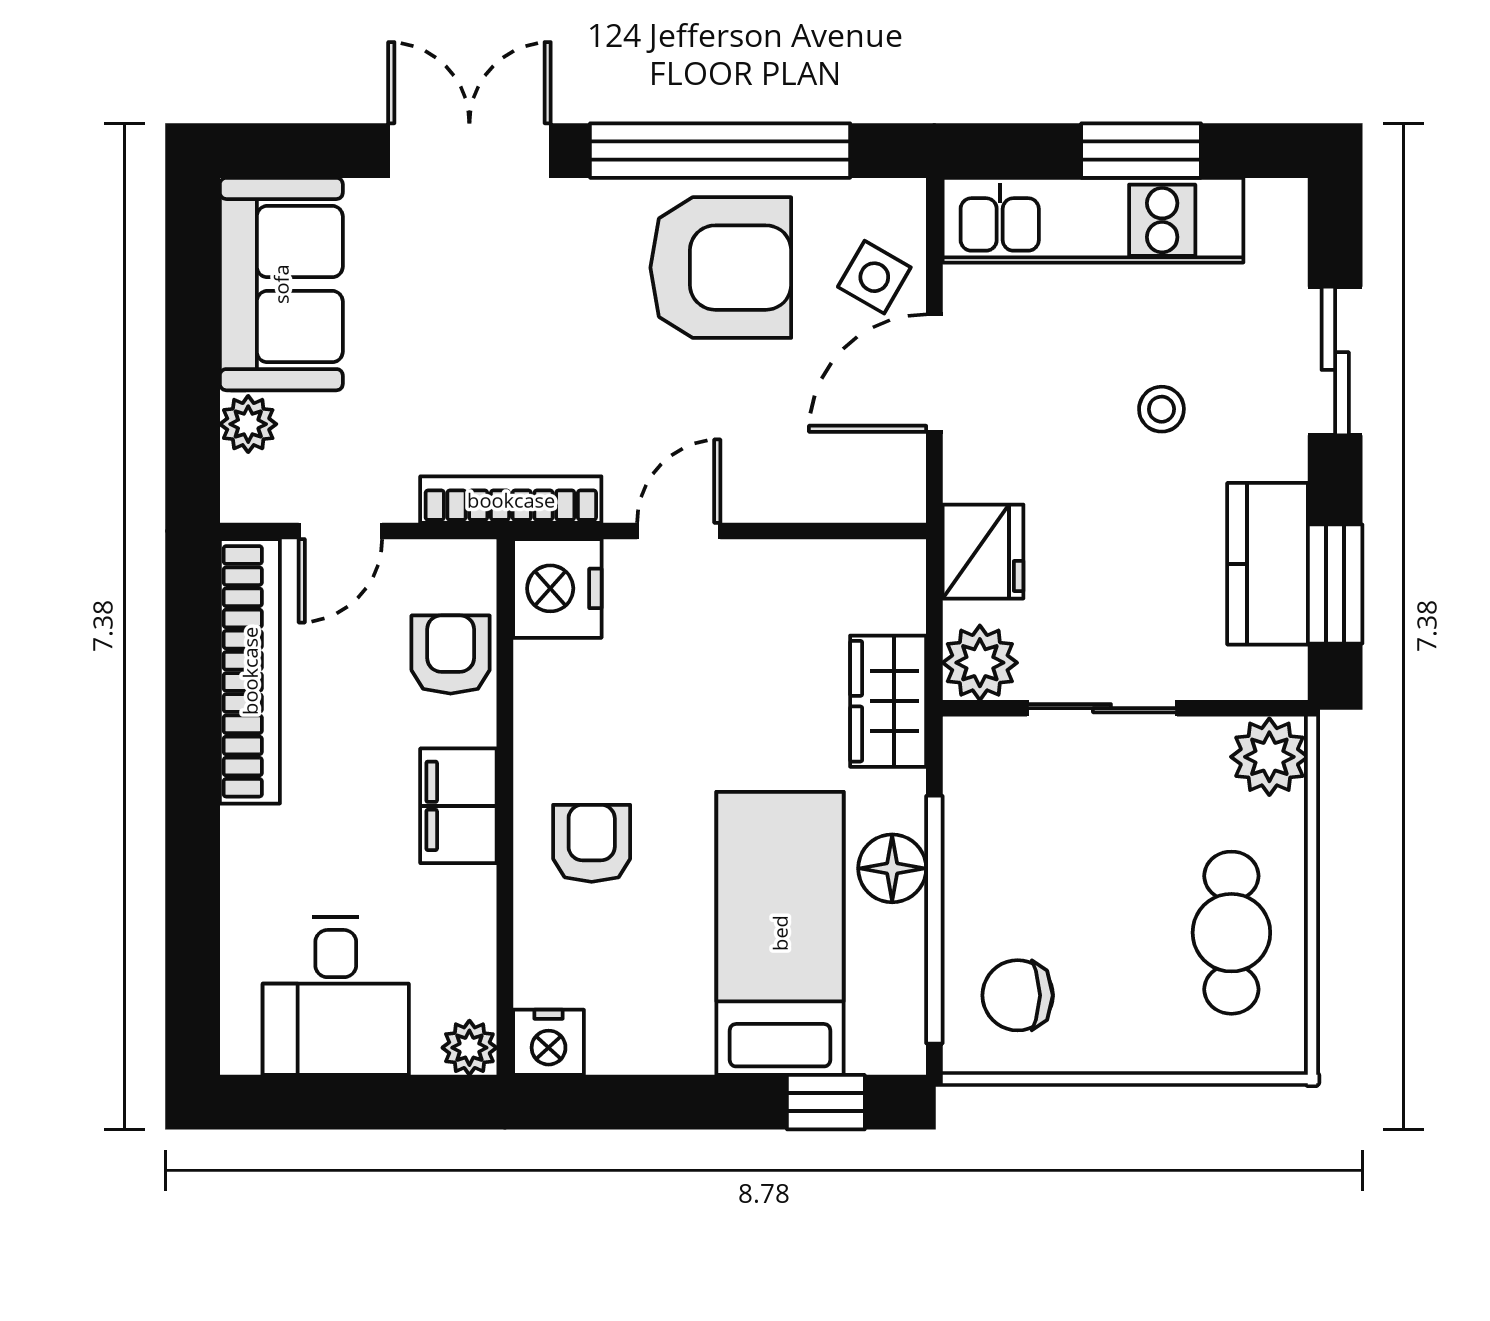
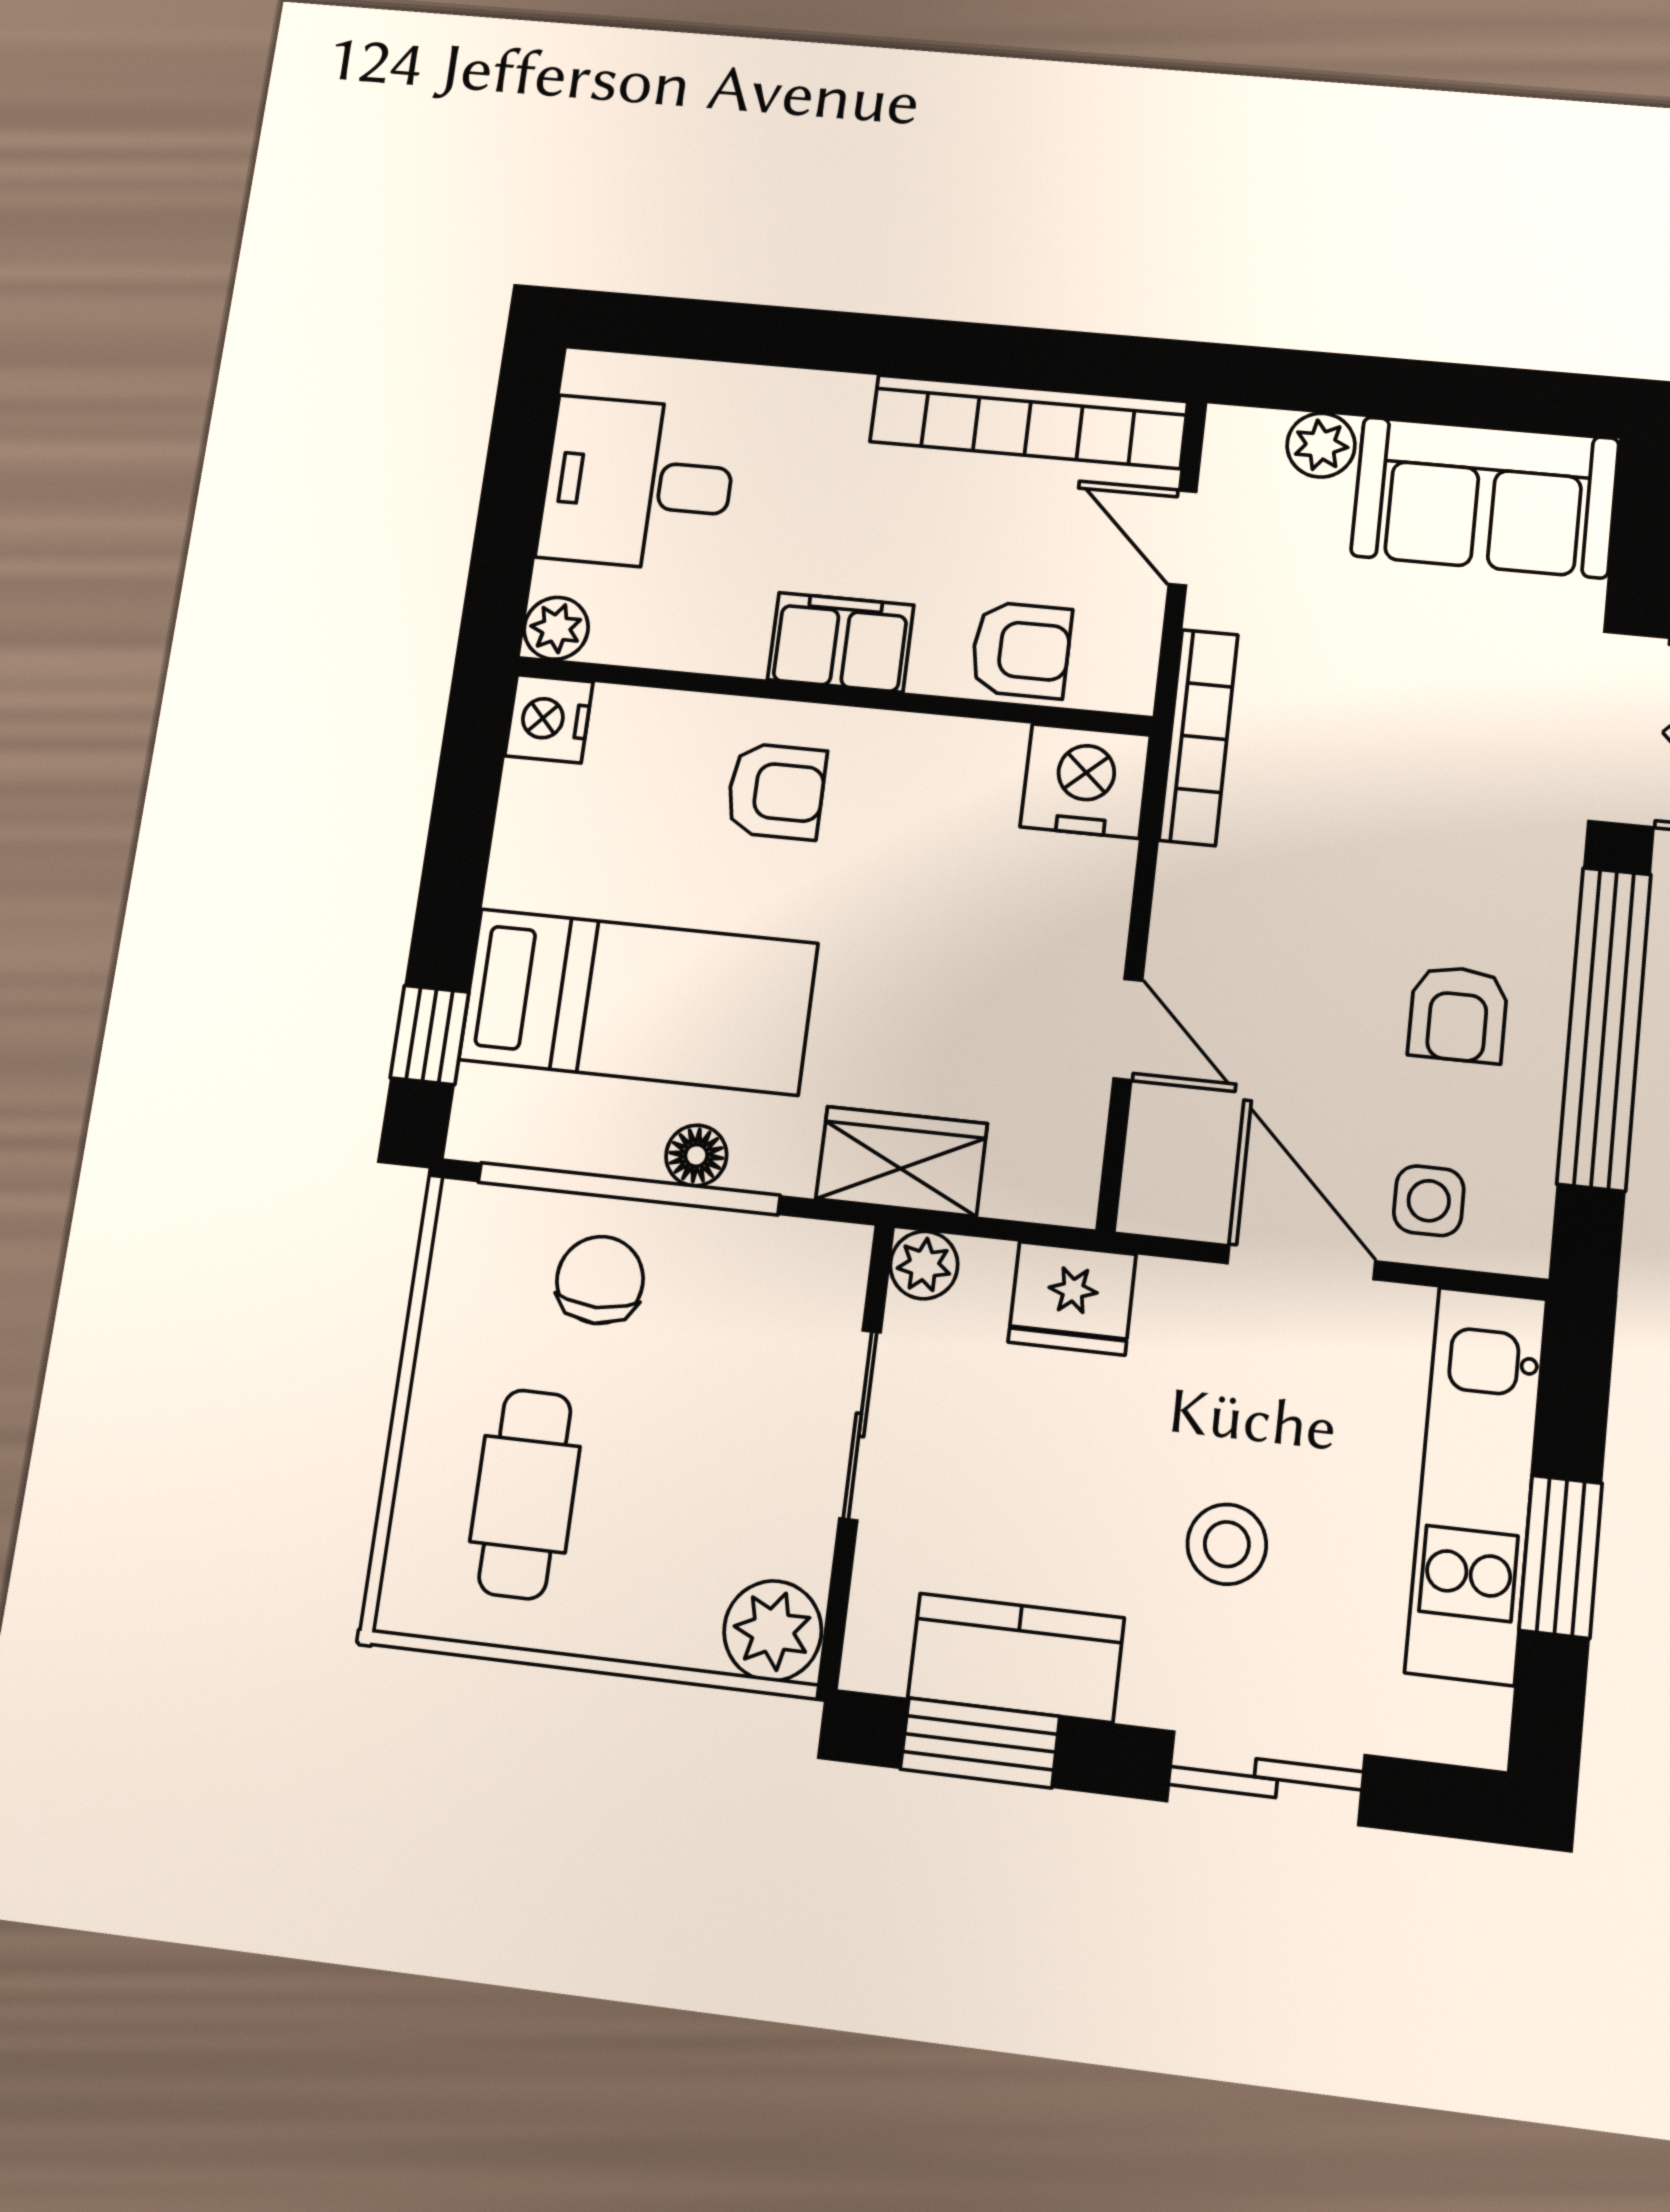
armchair: (721, 268) -> (1458, 1014), width x0.53, depth x0.53
side table: (874, 277) -> (1429, 1201), turned -30
stool: (1161, 409) -> (1227, 1544), width x1.37, depth x1.37
door: (679, 531) -> (1128, 1029), moved
plant: (980, 663) -> (924, 1265), width x0.73, depth x0.73
floor lamp: (892, 868) -> (696, 1155), width x0.73, depth x0.73
cafe table: (1231, 933) -> (525, 1494), moved, turned 90
chair: (1018, 995) -> (600, 1280), moved

